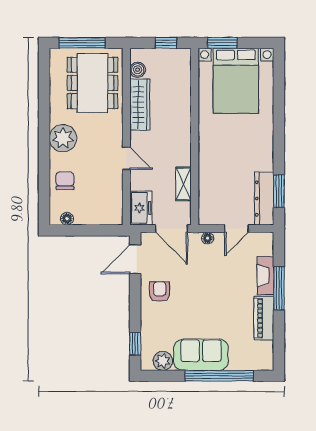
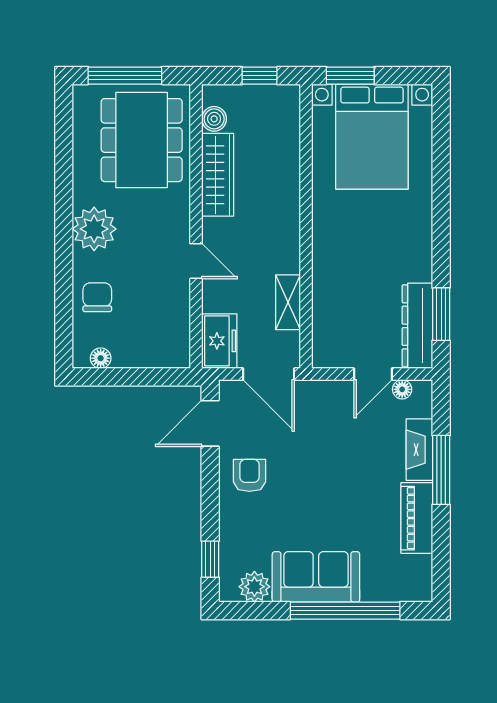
floor lamp: (208, 238) -> (402, 389), moved

